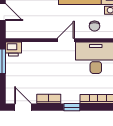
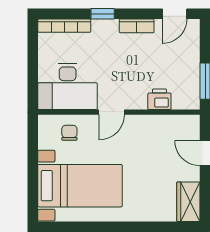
printer: (13, 49) -> (159, 99), moved
door: (23, 107) -> (175, 14), hinge flipped

